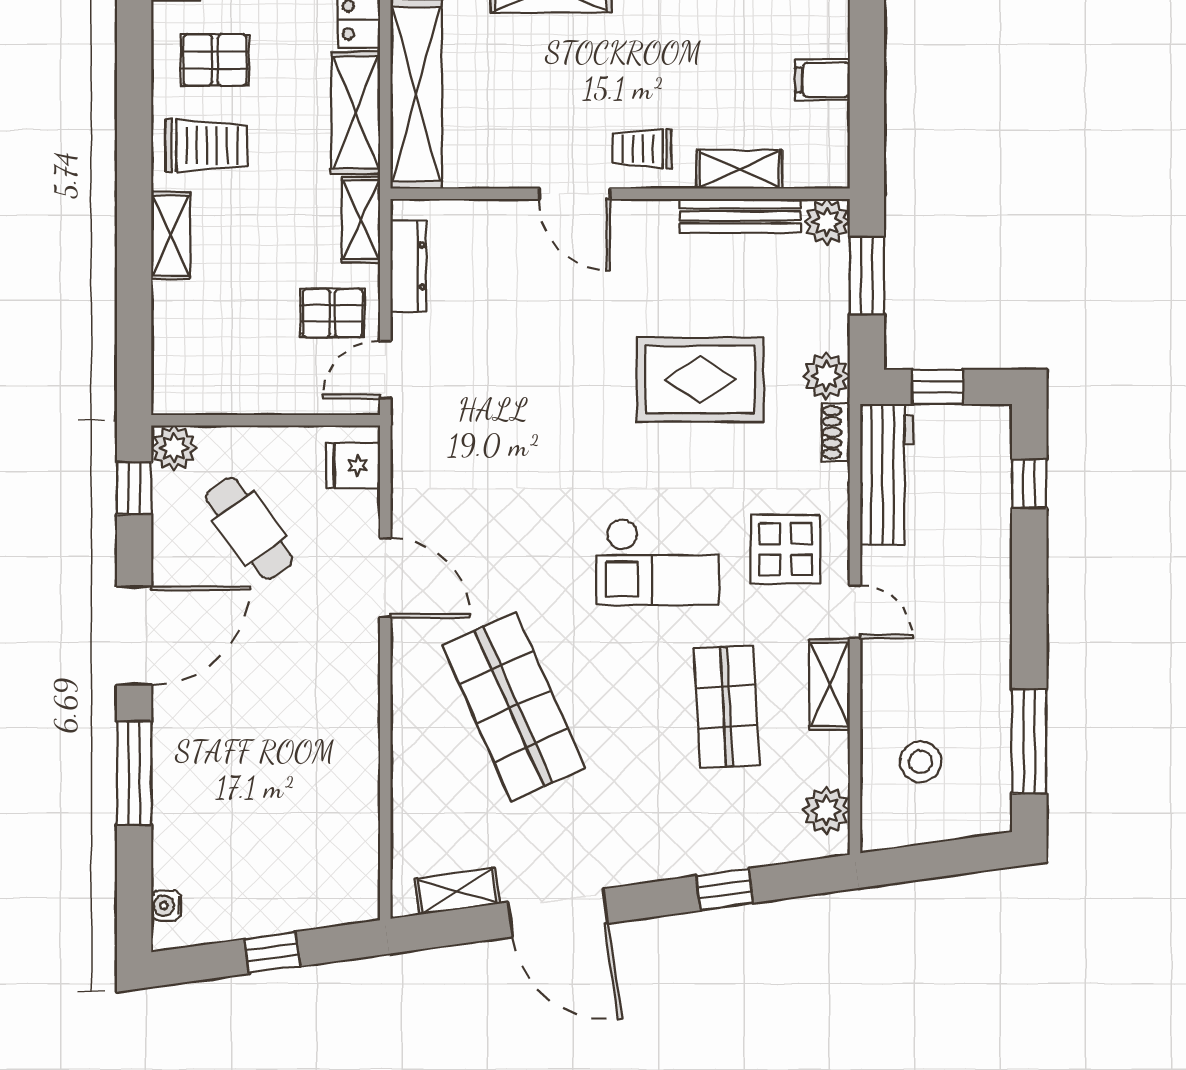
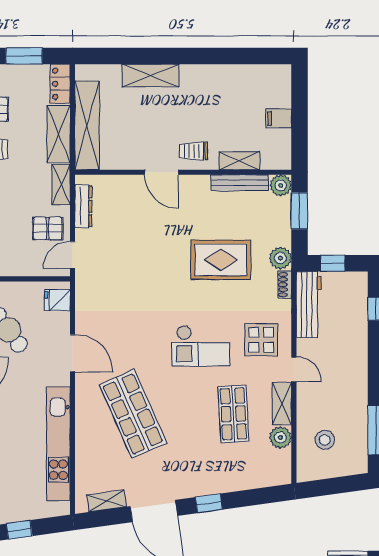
kitchen unit: (355, 770) -> (58, 444), added
plant: (826, 810) -> (280, 437), moved
window: (725, 889) -> (209, 503), moved

